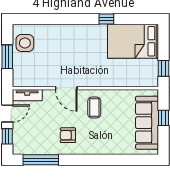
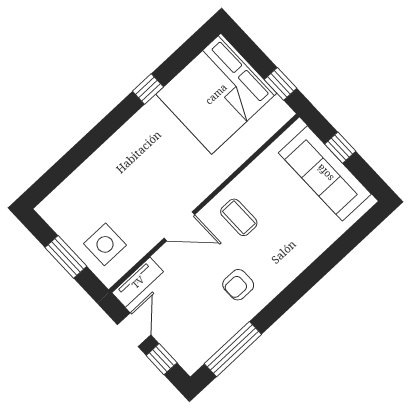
bed: (133, 41) -> (216, 94), width x1.36
side table: (25, 43) -> (105, 244), moved

